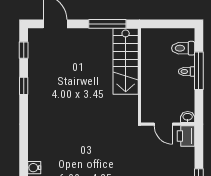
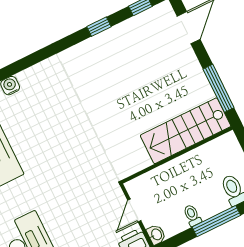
toilet: (187, 71) -> (192, 215), moved

